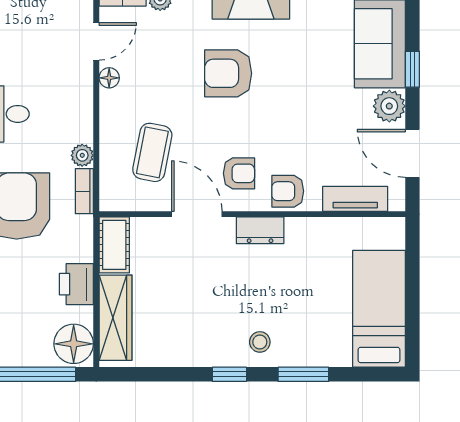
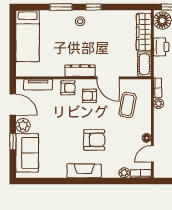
dresser: (260, 230) -> (80, 71), width x1.44

